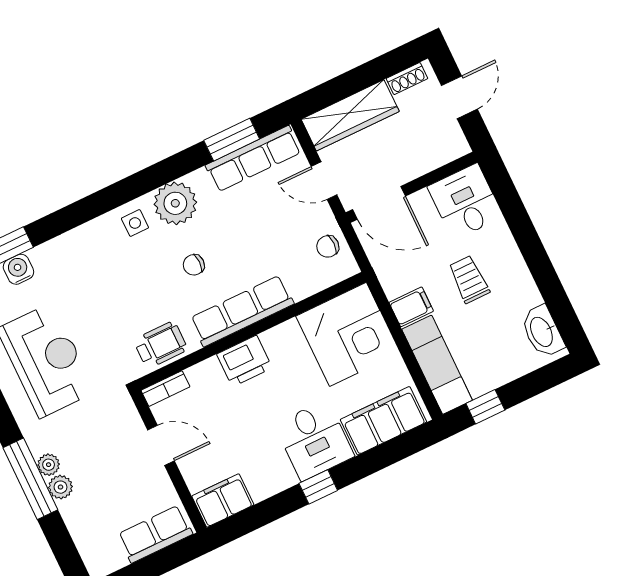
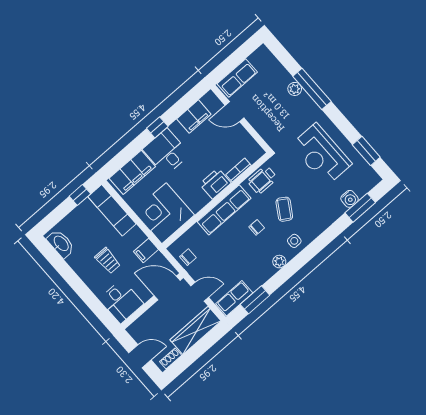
door: (459, 97) -> (140, 356), swing flipped
row of seats: (253, 159) -> (234, 298), width x0.68
plant: (175, 203) -> (279, 262), width x0.53, depth x0.53
coffee table: (137, 283) -> (284, 209), added
filing cabinet: (411, 307) -> (146, 250), moved
bookcase: (165, 389) -> (238, 170), moved
door: (161, 445) -> (235, 112), moved
plant: (49, 465) -> (304, 99), removed
filing cabinet: (223, 500) -> (194, 117), moved

